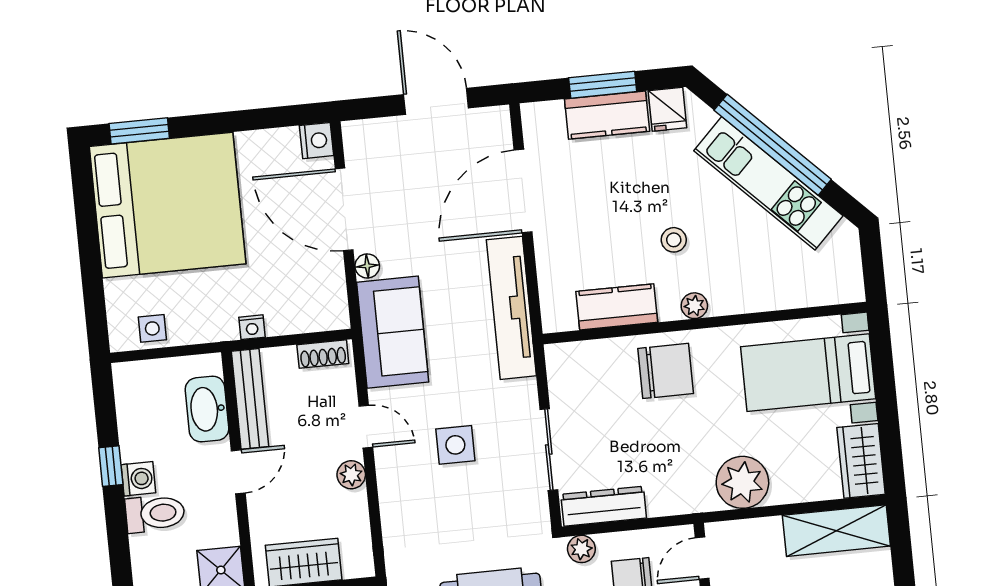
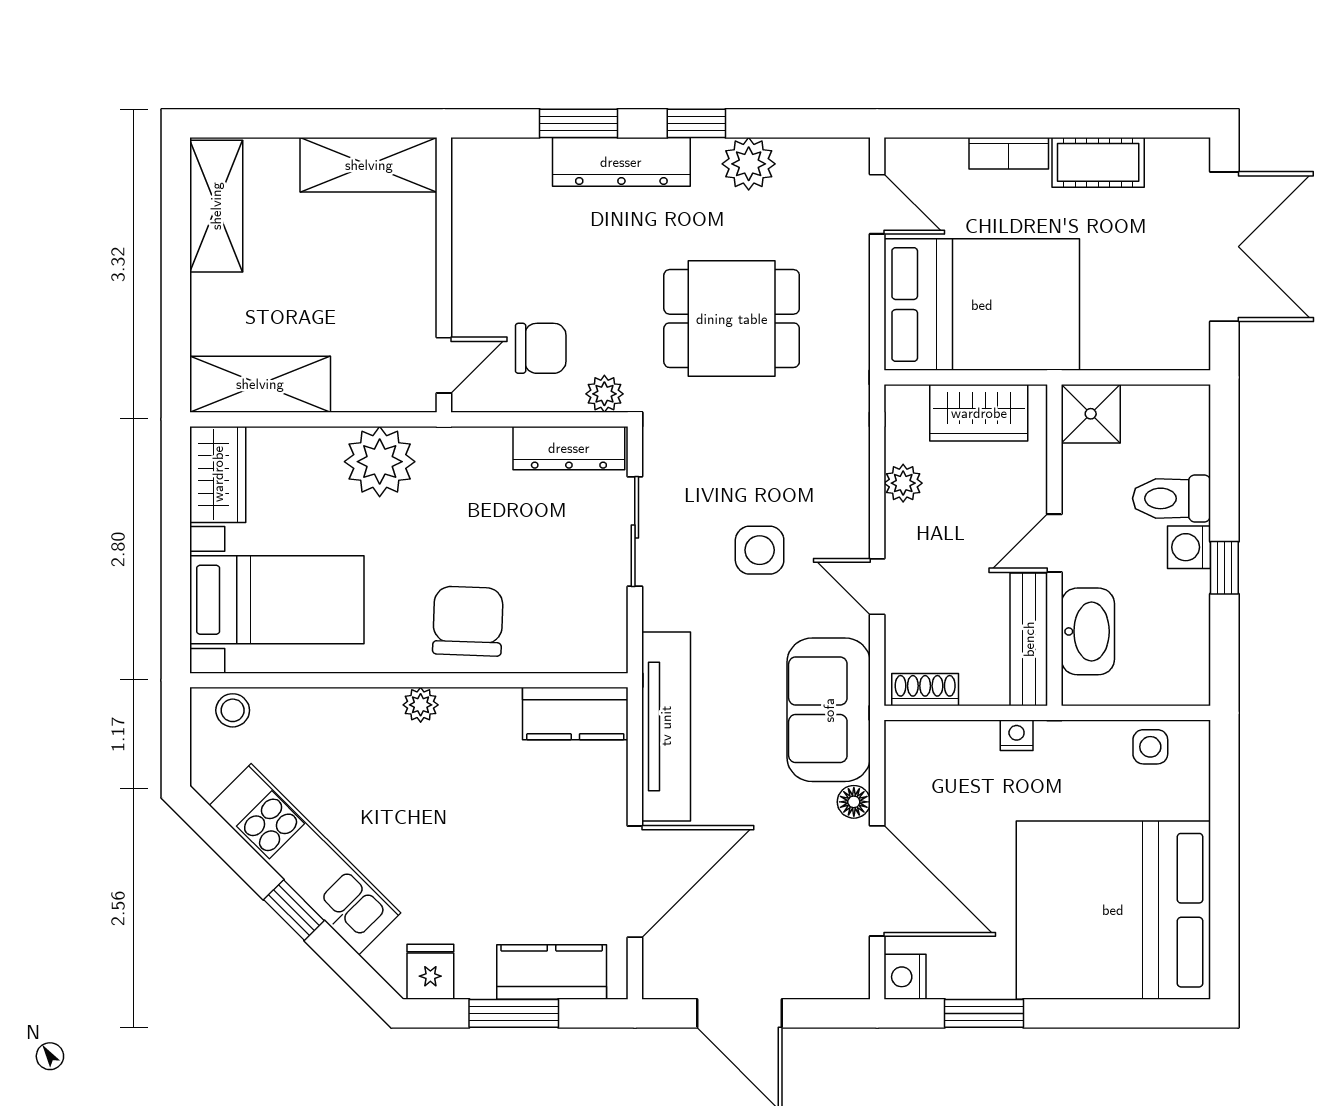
kitchen counter: (607, 115) -> (552, 972), moved
window: (139, 131) -> (984, 1013), moved
window: (773, 145) -> (294, 910), width x0.32
stool: (674, 240) -> (233, 710), moved
kitchen counter: (617, 307) -> (575, 714), moved
chair: (666, 371) -> (468, 621), turned 92
plant: (351, 475) -> (903, 483), moved

